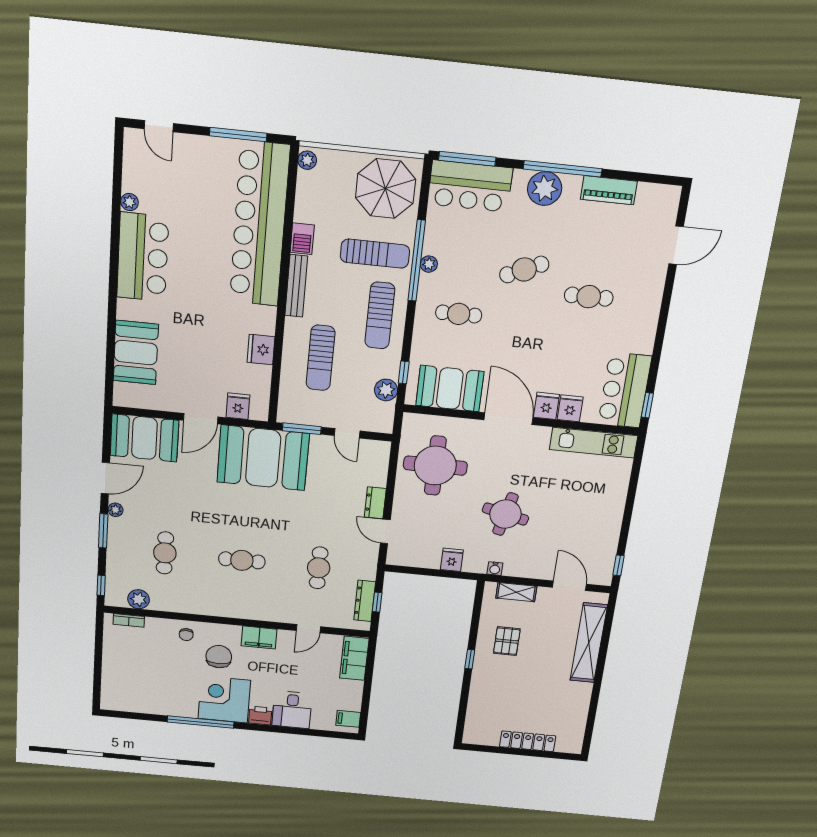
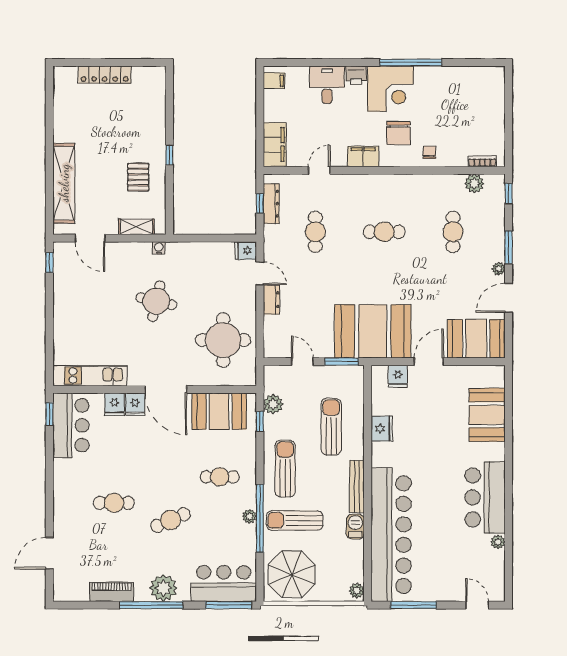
fridge: (452, 560) -> (246, 251), moved, turned 90

